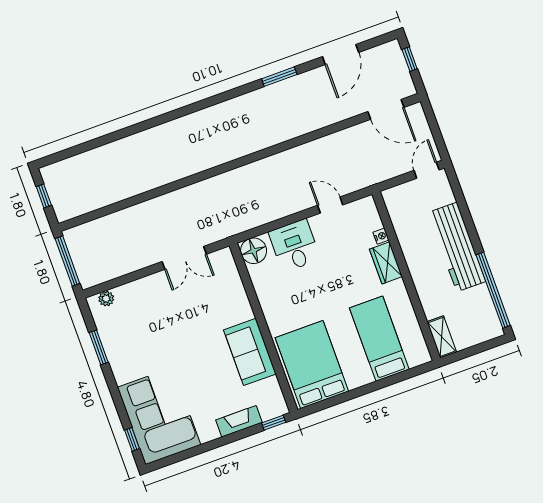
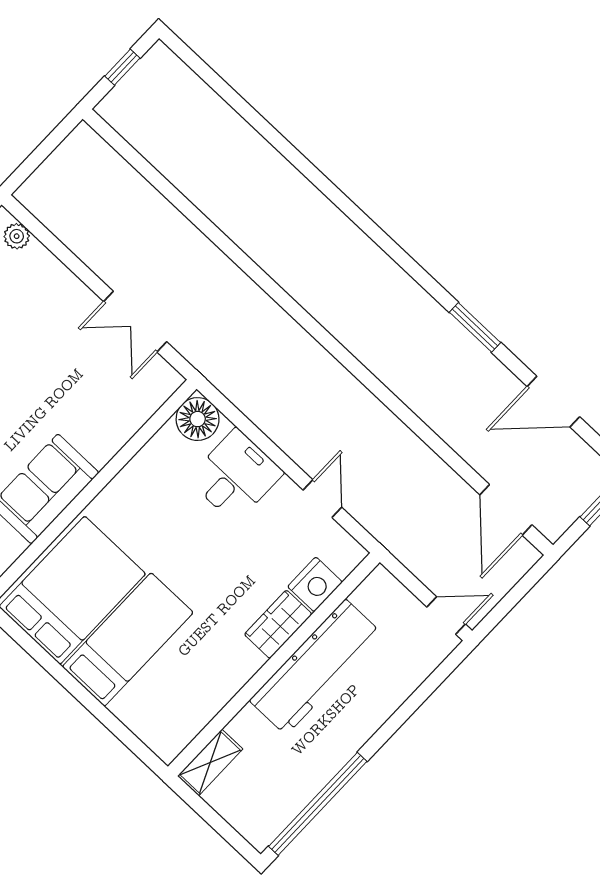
nightstand: (381, 236) -> (315, 584), width x1.89, depth x1.79
workbench: (457, 247) -> (316, 667), moved, turned 180
window: (67, 261) -> (43, 151), removed
bed: (379, 339) -> (128, 640), moved

